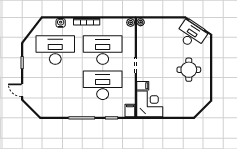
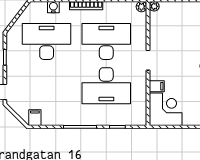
desk: (103, 85) -> (106, 86), turned 180
filing cabinet: (130, 111) -> (35, 118), moved

